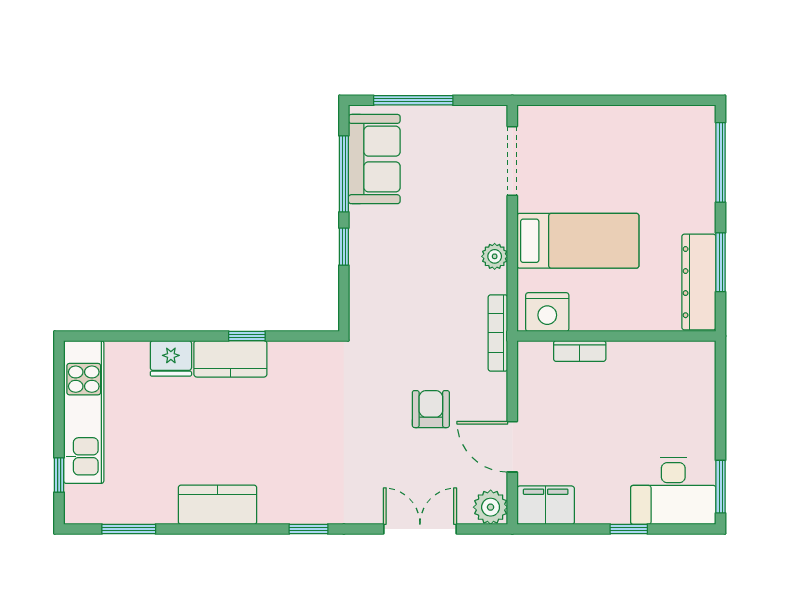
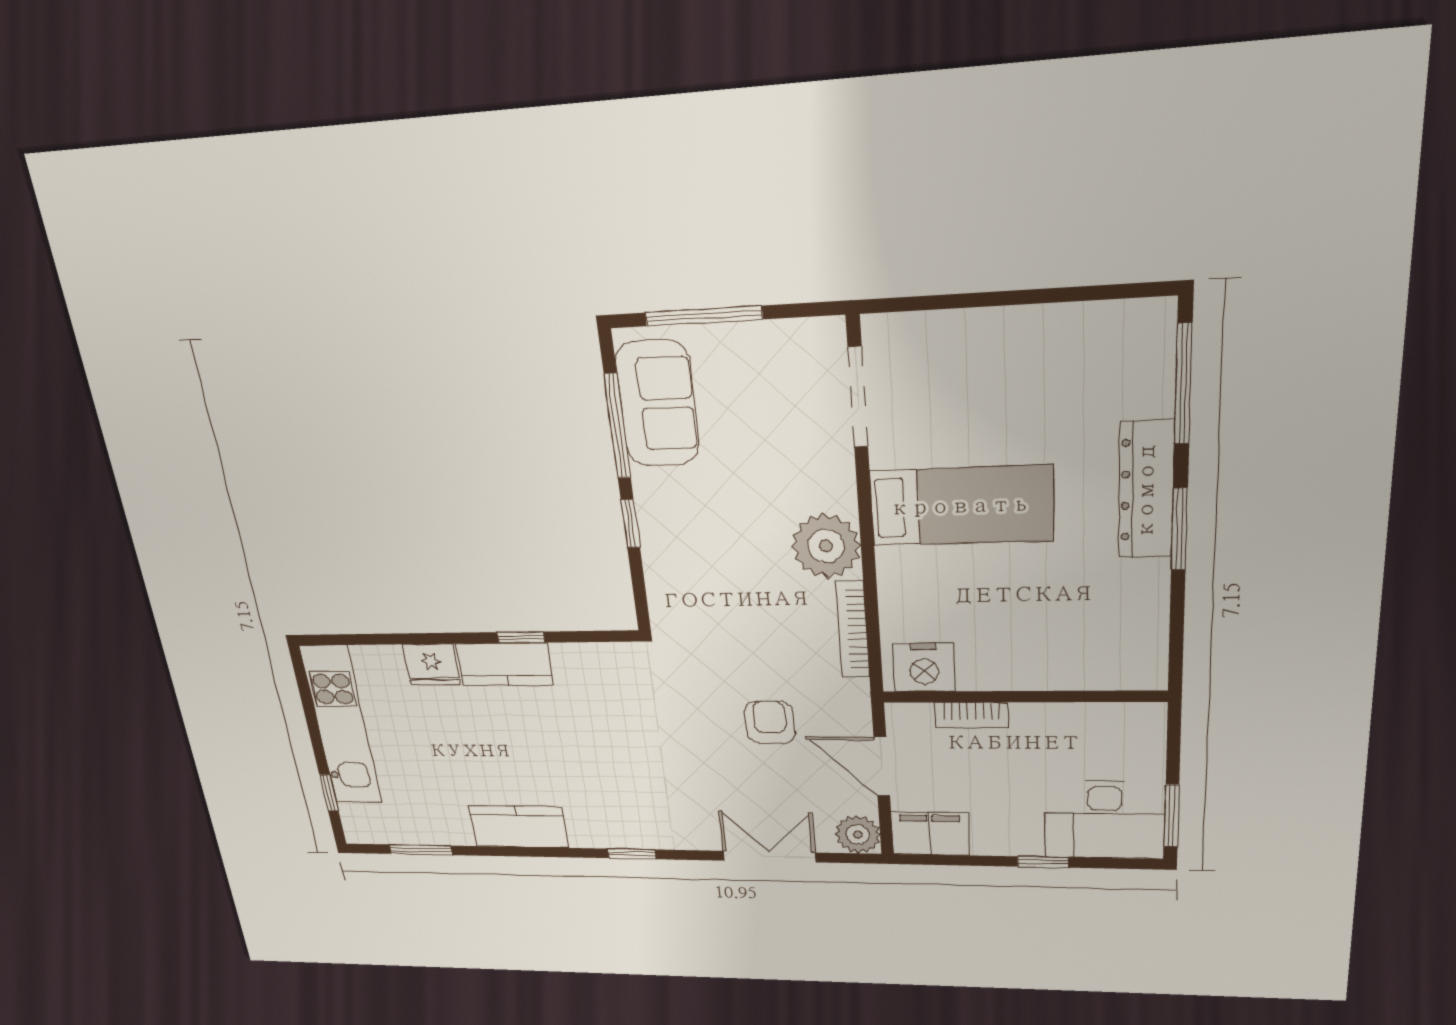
plant: (495, 256) -> (826, 546), width x1.87, depth x1.87
dresser: (699, 282) -> (1146, 490), moved
nightstand: (547, 312) -> (924, 668), moved
wall: (616, 336) -> (1023, 697), moved
bookcase: (580, 351) -> (972, 715), moved

